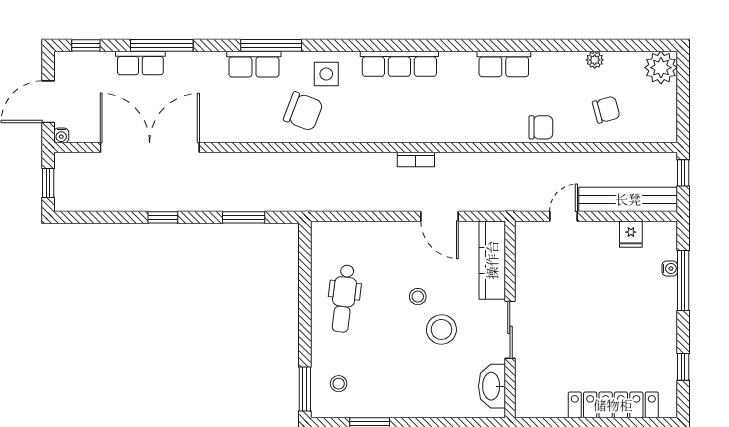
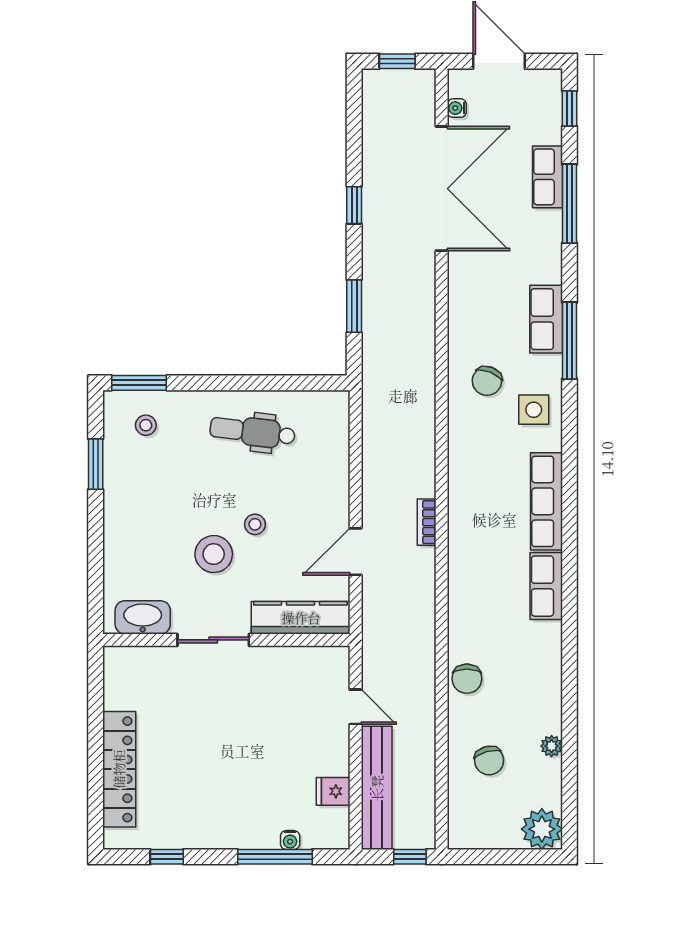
row of seats: (504, 64) -> (546, 586), moved
chair: (303, 111) -> (487, 381), width x0.73, depth x0.73
water cooler: (61, 135) -> (457, 108), moved

